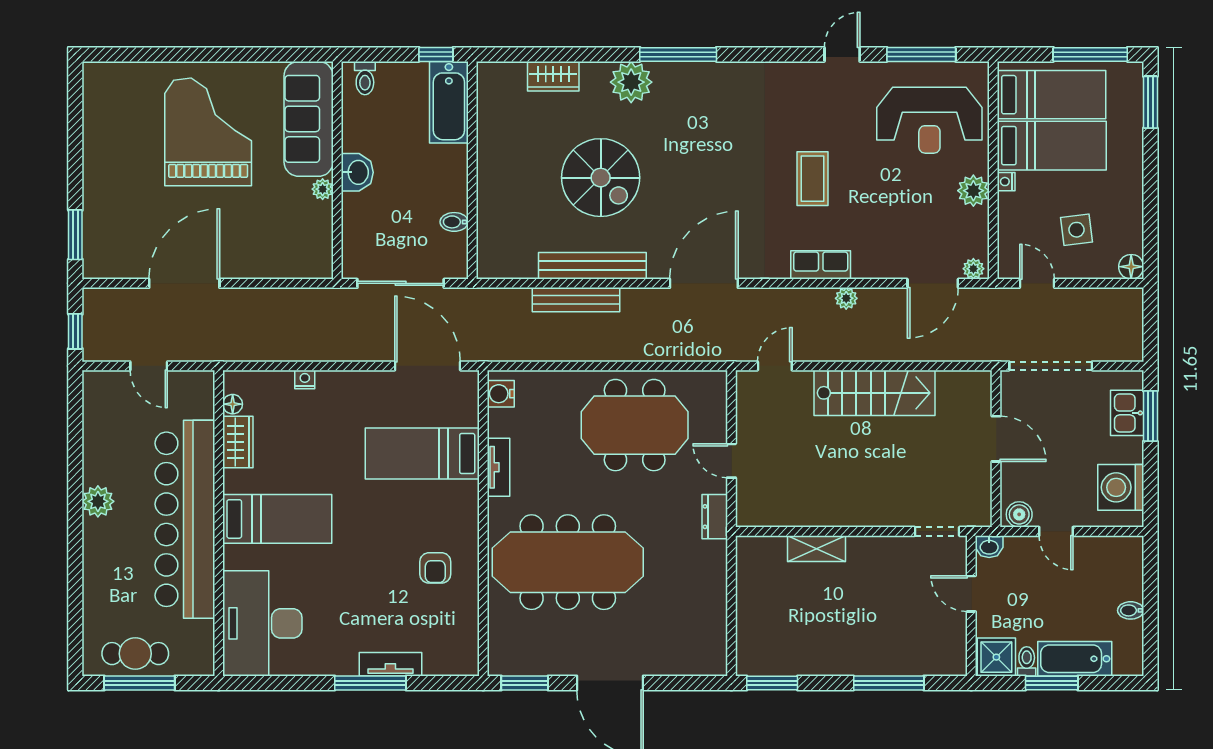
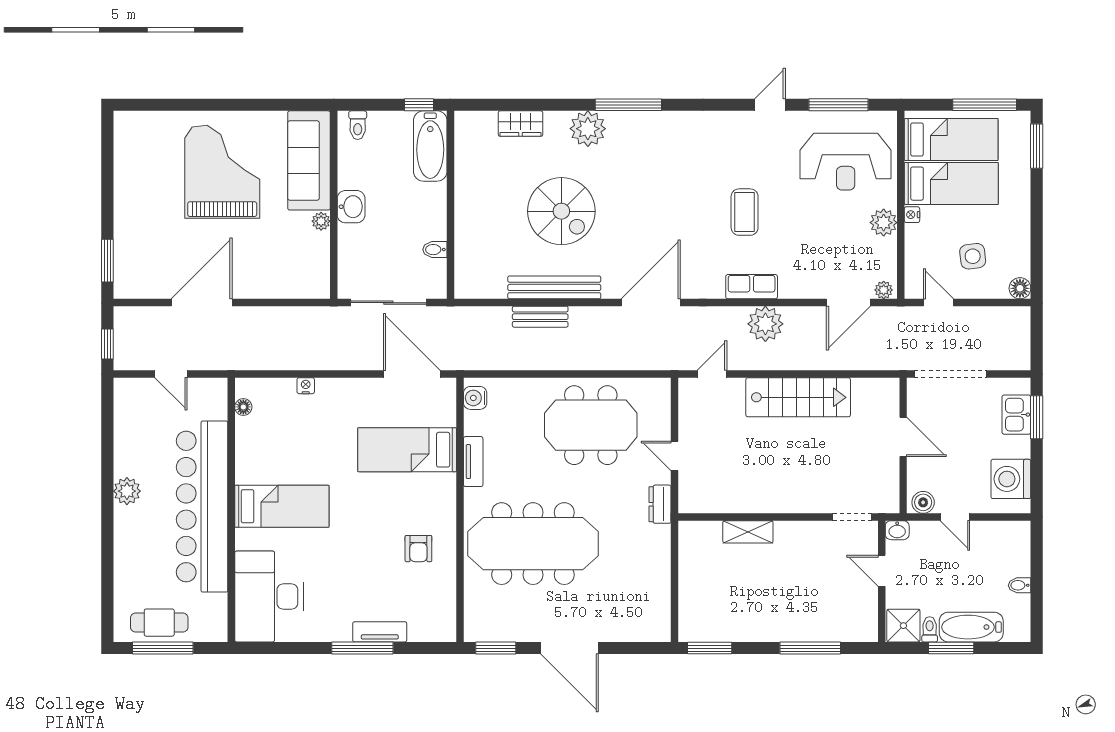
plant: (846, 298) -> (765, 324), width x1.88, depth x1.88
bench: (576, 300) -> (540, 317), width x0.73
wardrobe: (238, 442) -> (248, 440), removed

